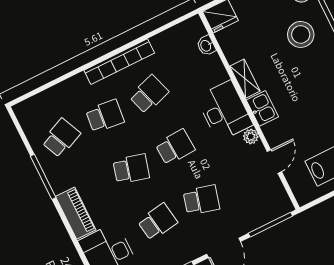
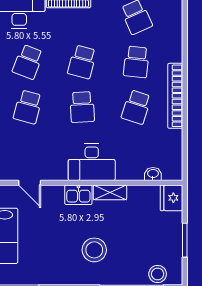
stool: (301, 34) -> (94, 250), moved
school desk: (149, 94) -> (136, 107), turned 36
plant: (251, 136) -> (60, 174), removed
school desk: (157, 222) -> (28, 62), turned 30

